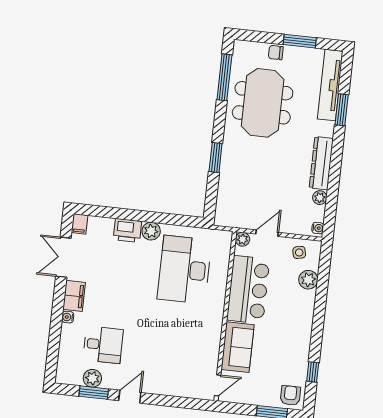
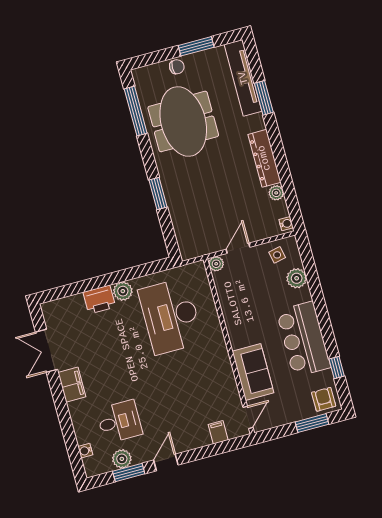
chair: (276, 53) -> (177, 67), turned 180
filing cabinet: (80, 224) -> (218, 432), moved, turned 180
bar counter: (248, 290) -> (303, 339), moved, turned 180
water cooler: (68, 317) -> (85, 451), moved

